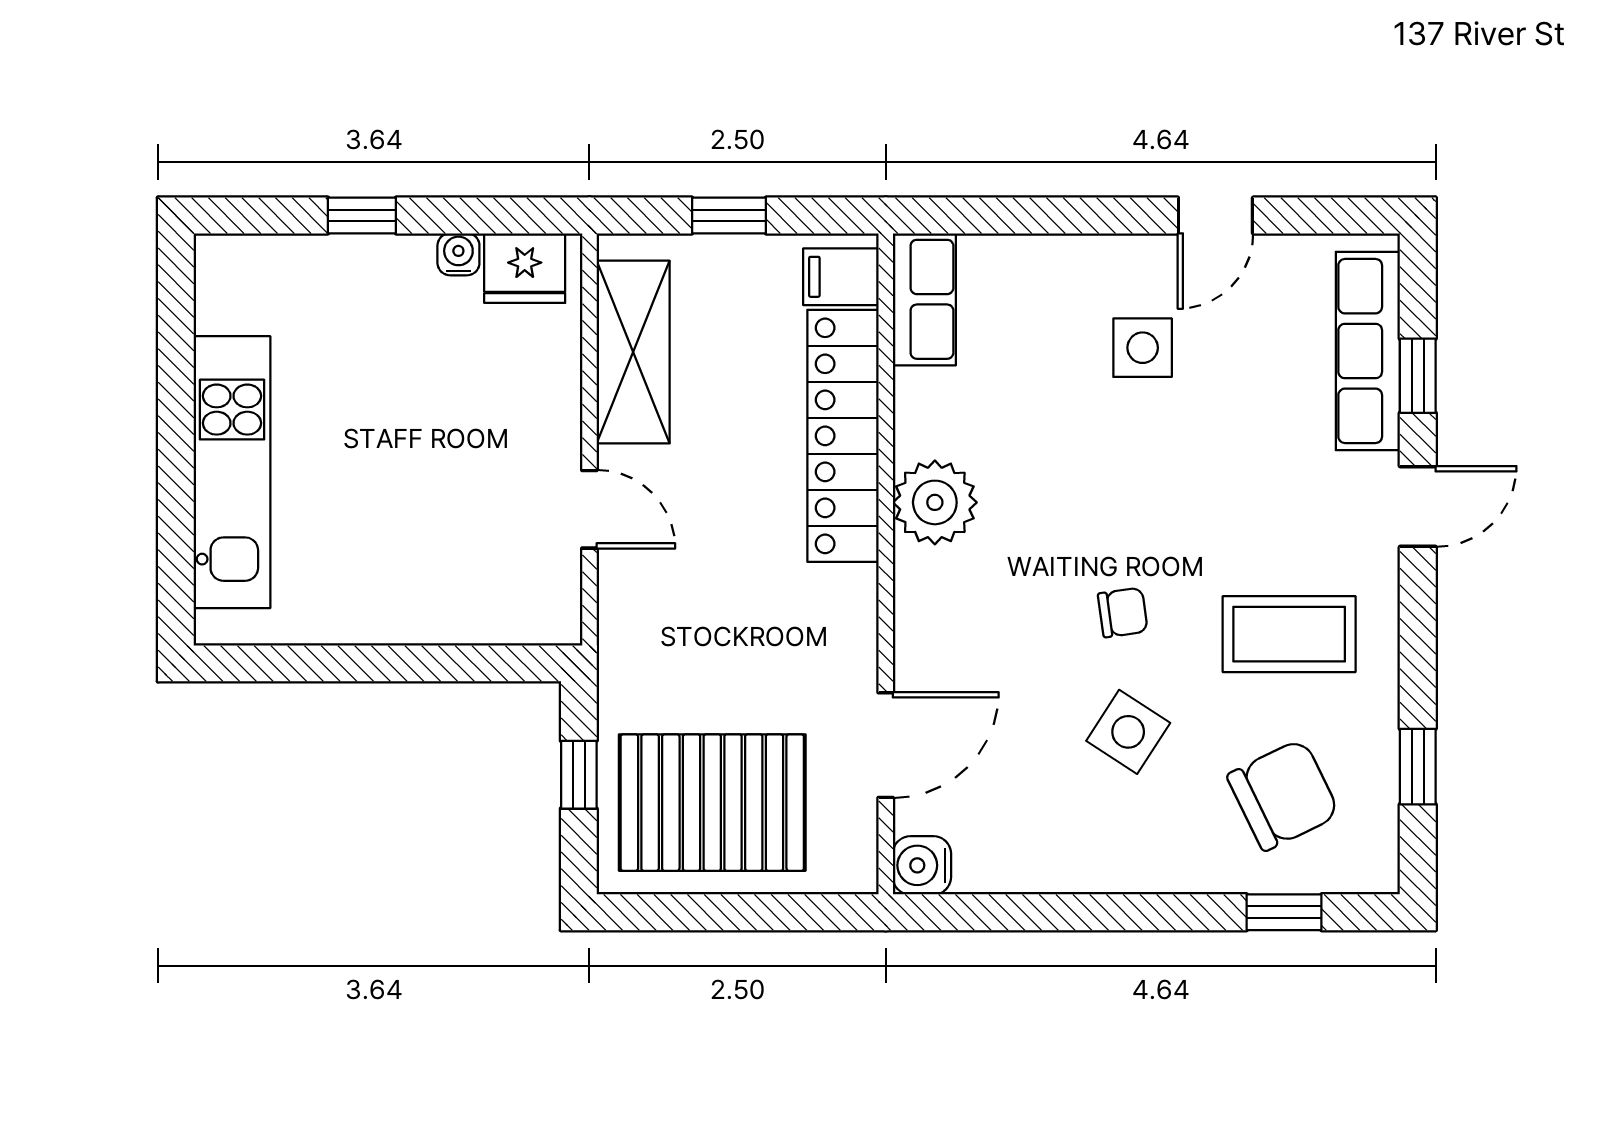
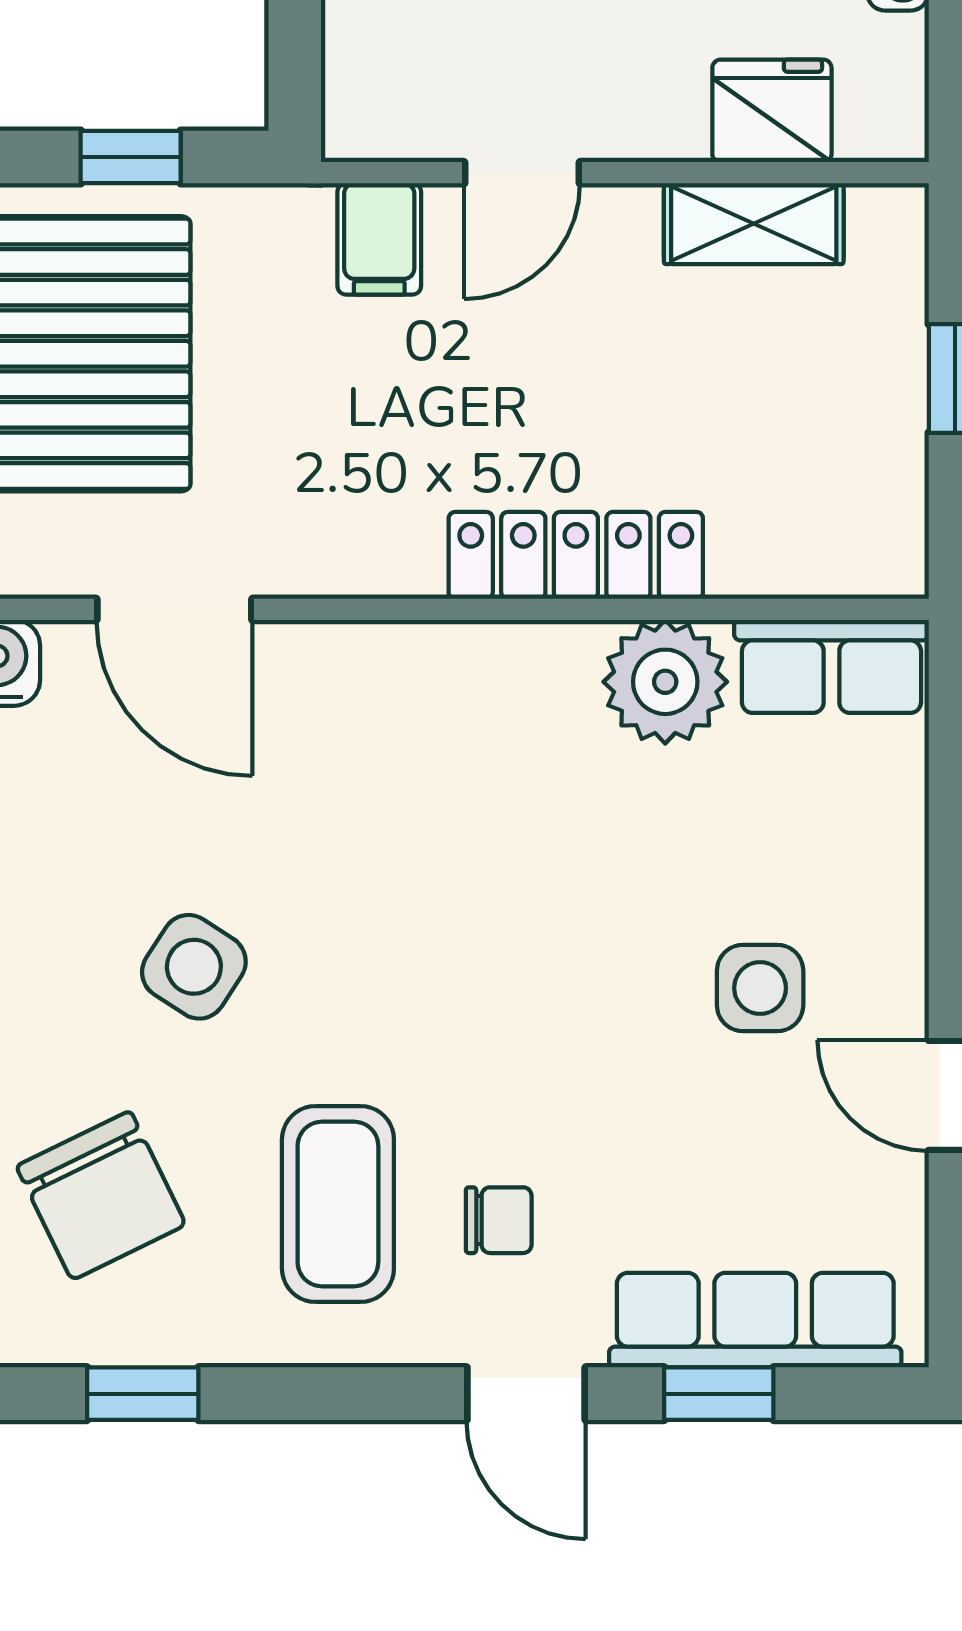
fridge: (525, 268) -> (772, 111), moved, turned 90
filing cabinet: (841, 277) -> (379, 239), moved, turned 180
shelving: (633, 352) -> (754, 224), width x0.67, depth x0.75
locker: (843, 436) -> (576, 555), width x0.71, depth x0.83
plant: (935, 502) -> (665, 682), moved
chair: (1123, 612) -> (499, 1220), moved, turned -82

